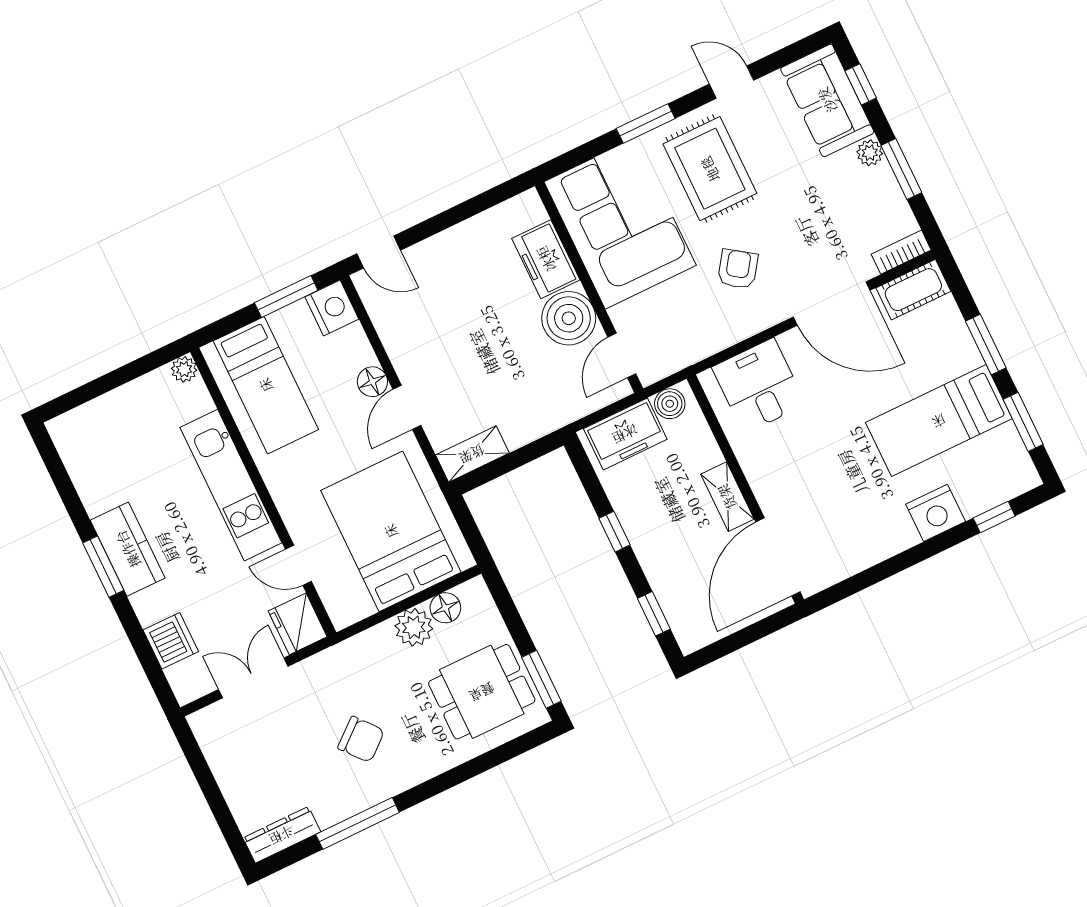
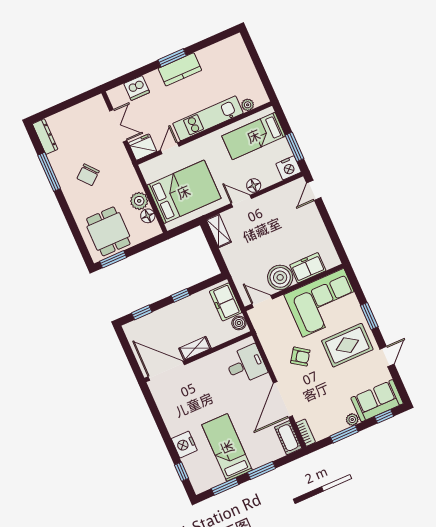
plant: (184, 369) -> (248, 105), moved

